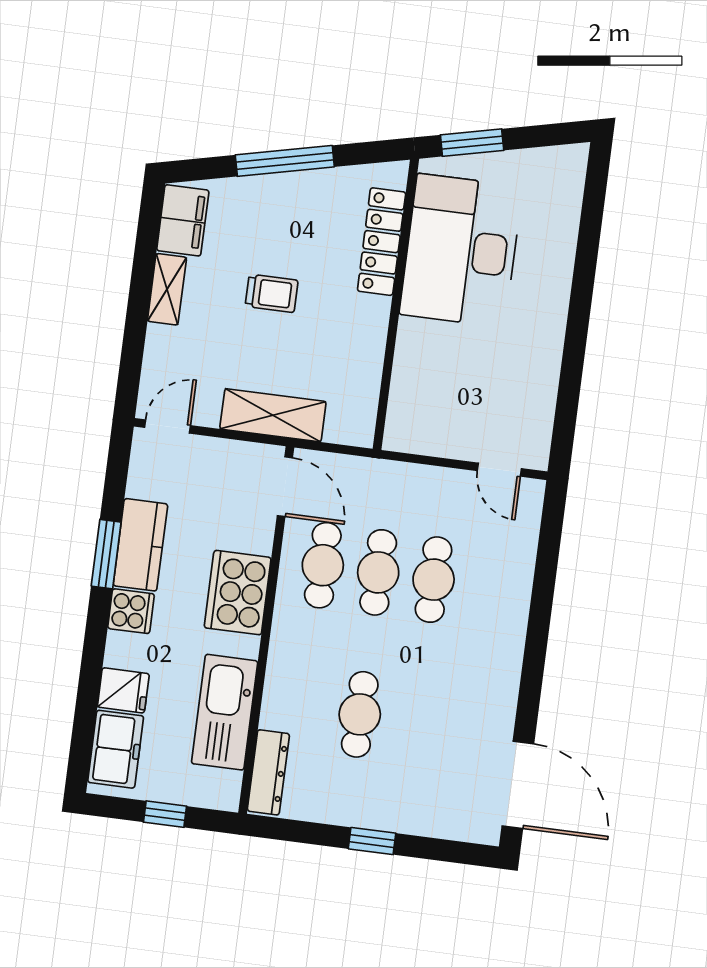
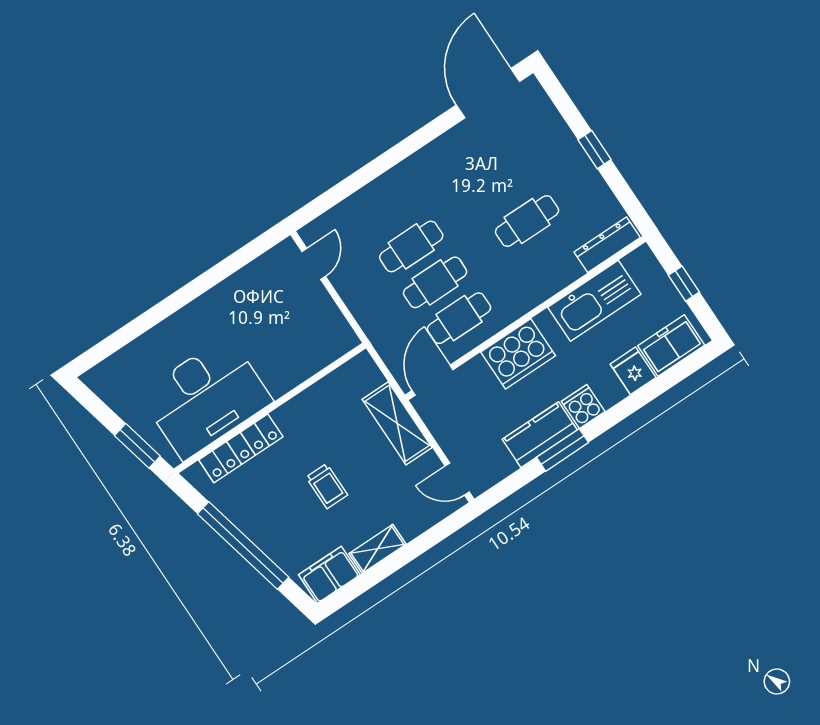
window: (285, 161) -> (243, 546), width x1.46
trolley: (272, 293) -> (327, 486), turned 180

